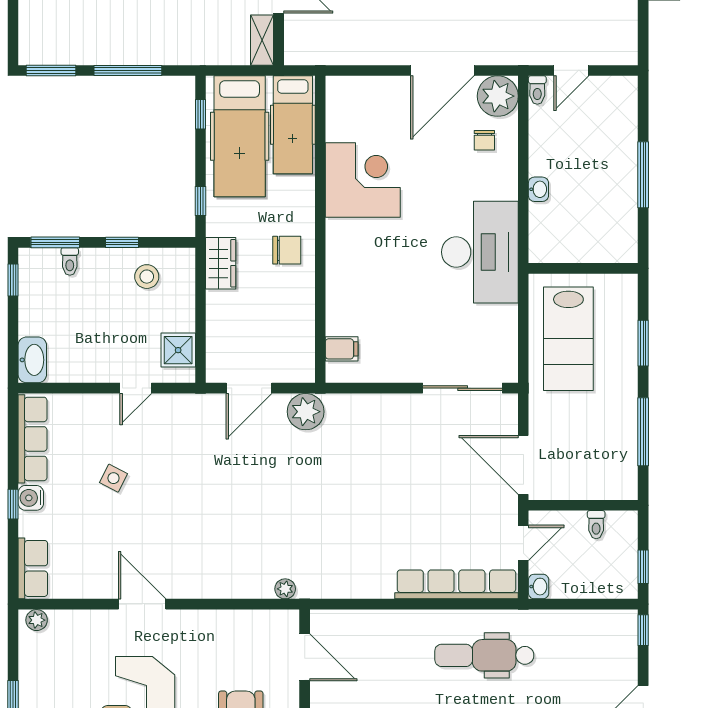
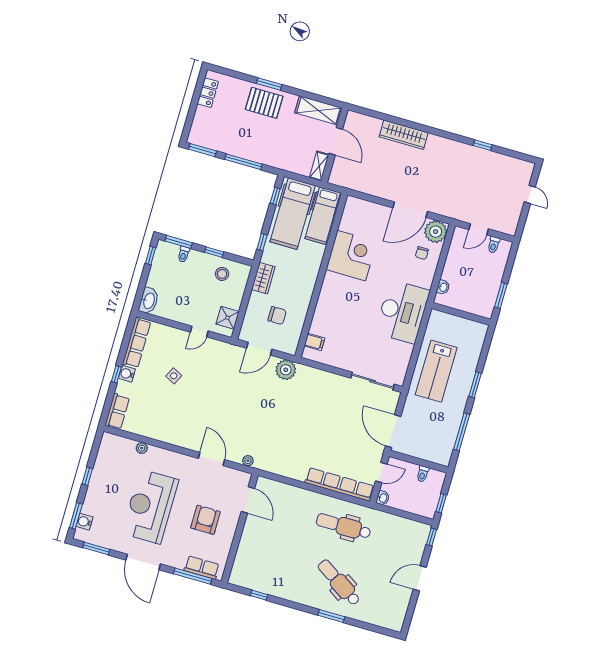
toilet: (537, 90) -> (494, 245), moved
window: (643, 175) -> (501, 295), width x0.69
chair: (287, 250) -> (277, 316), moved
wall: (583, 268) -> (461, 314), moved
door: (142, 604) -> (212, 459), moved
plant: (37, 620) -> (142, 448), moved

